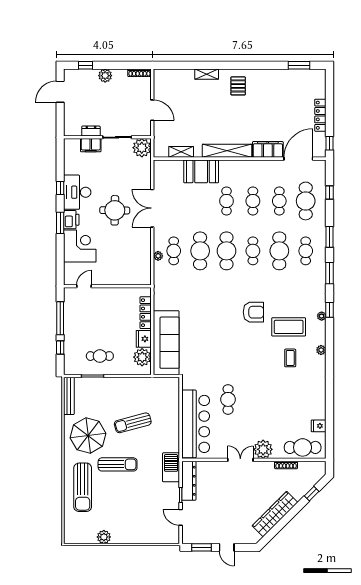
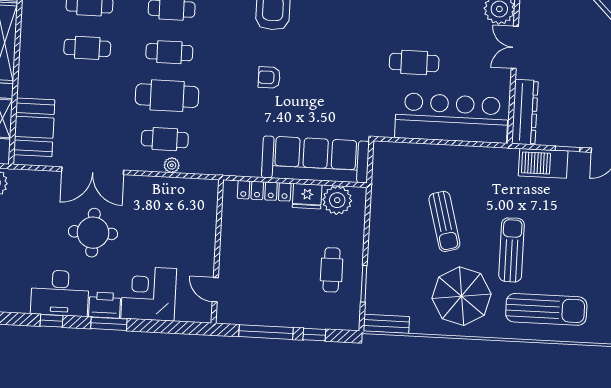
booth: (201, 171) -> (34, 127), moved
cafe table: (227, 251) -> (169, 52), width x0.73, depth x0.74
armchair: (214, 312) -> (269, 77), added
bench: (69, 396) -> (386, 324), width x0.73
barbecue: (171, 467) -> (543, 163), moved
dresser: (189, 481) -> (525, 112), moved, turned 90

